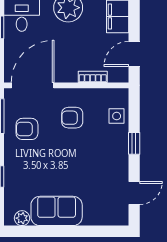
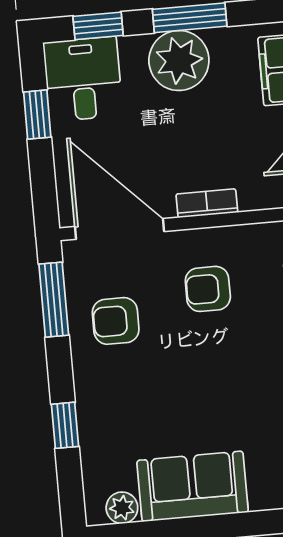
bookcase: (93, 77) -> (207, 203), moved
door: (33, 85) -> (119, 229), hinge flipped

